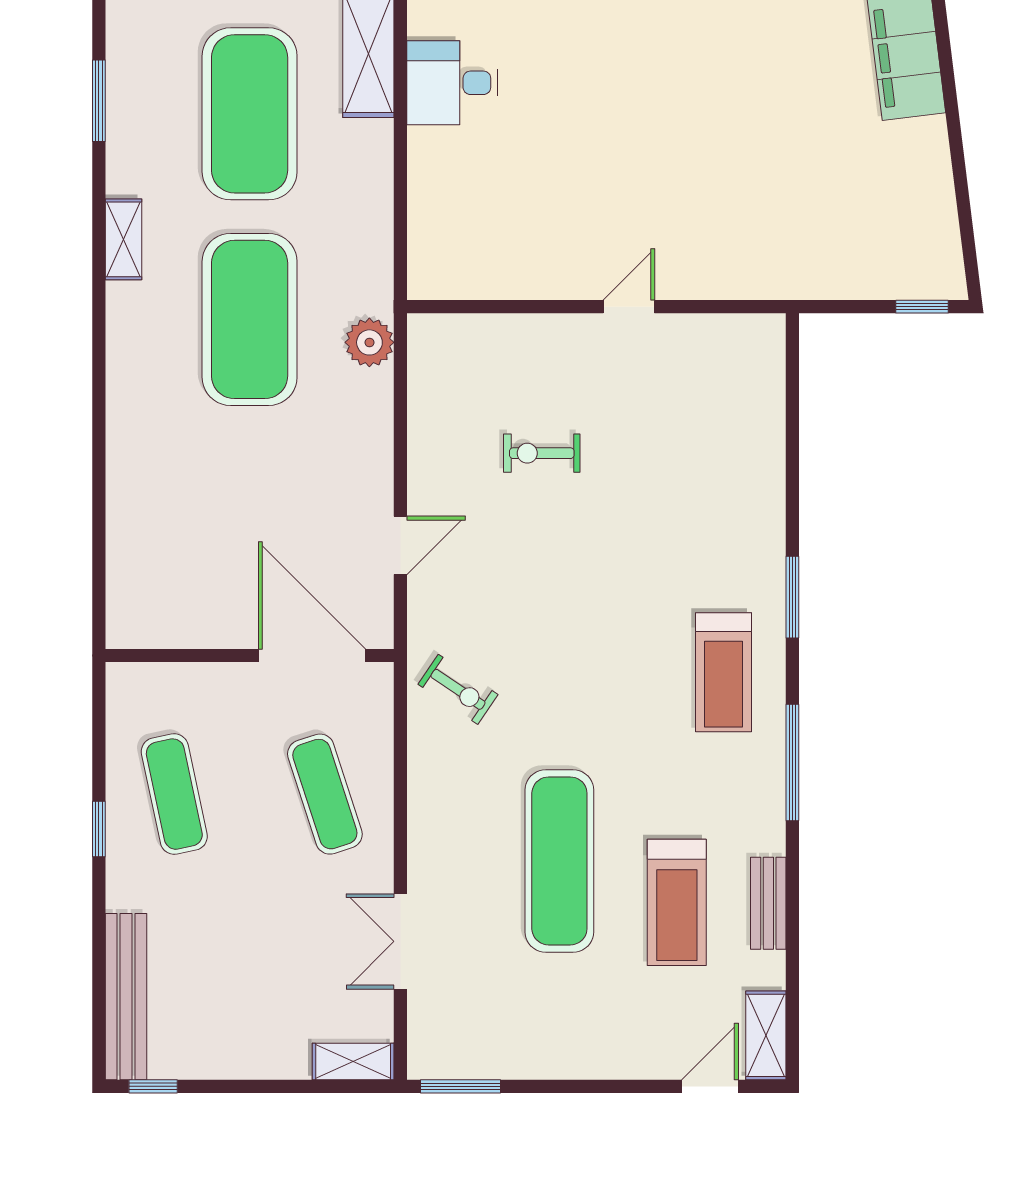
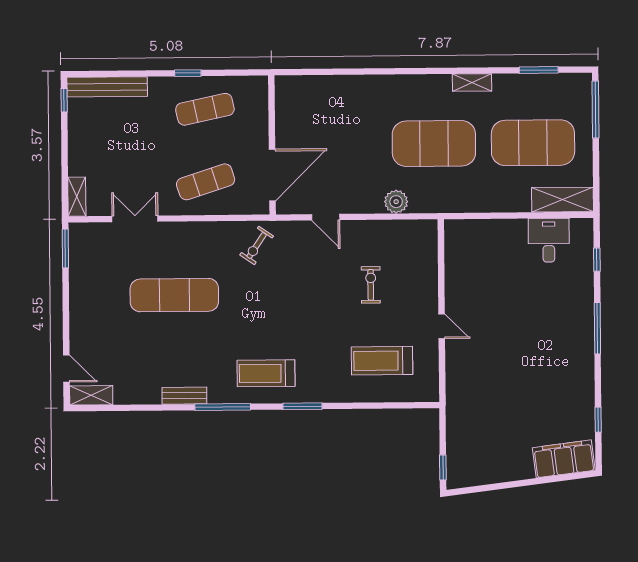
plant: (369, 342) -> (396, 202), moved
treadmill: (677, 902) -> (382, 361), moved
bench: (768, 903) -> (184, 396), moved

